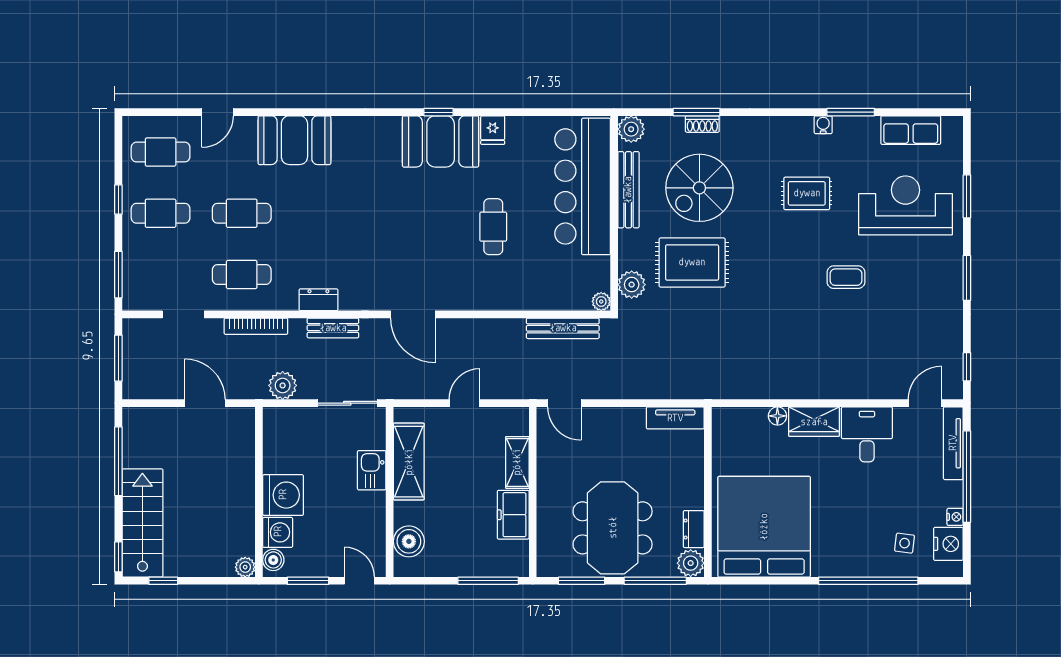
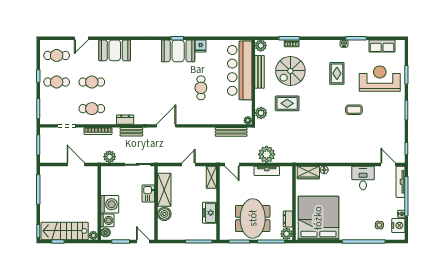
rug: (807, 193) -> (337, 73), turned 90
rug: (692, 262) -> (287, 103), width x0.73, depth x0.70
door: (413, 314) -> (166, 126), swing flipped
plant: (645, 380) -> (267, 154), added
door: (925, 403) -> (388, 164), hinge flipped
tv unit: (675, 418) -> (267, 171), moved
wardrobe: (814, 422) -> (308, 172), moved
shelving: (517, 462) -> (211, 177), moved
stairs: (142, 523) -> (65, 231), moved, turned -90
boiler: (409, 541) -> (164, 214), moved

